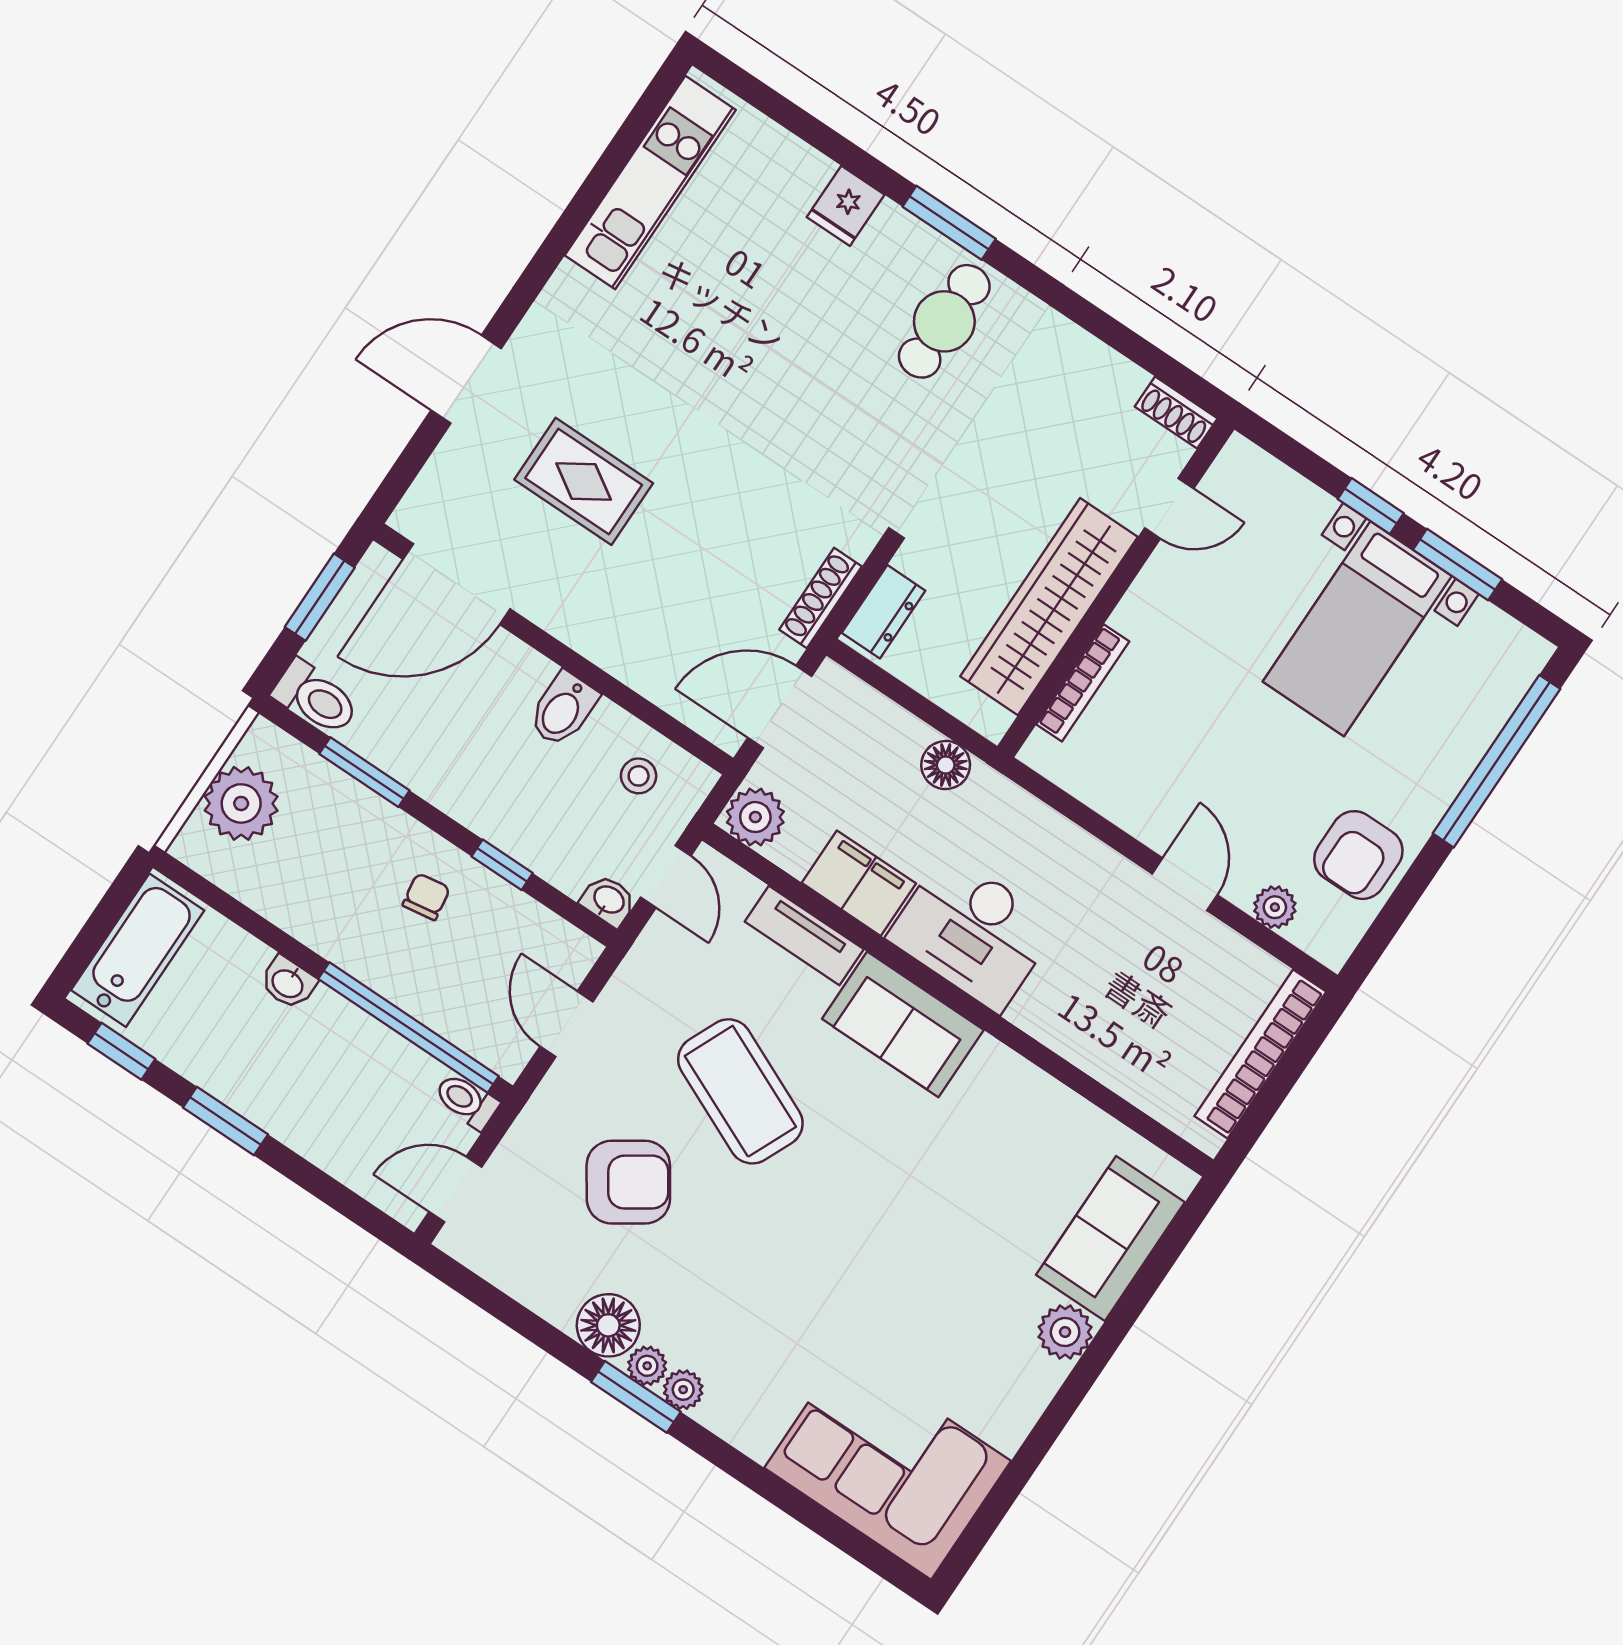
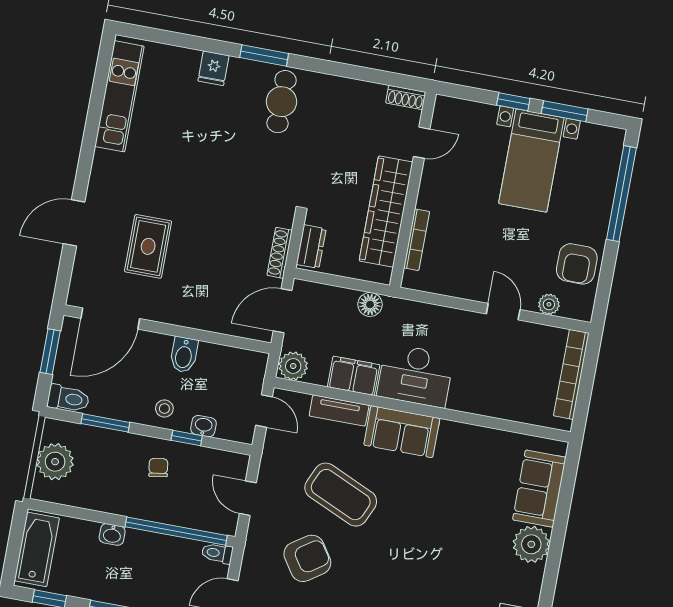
rug: (584, 481) -> (148, 246), turned 90
stool: (639, 776) -> (164, 409), moved
washbasin: (608, 900) -> (203, 426), moved
plant: (1065, 1332) -> (531, 544), width x1.36, depth x1.36

